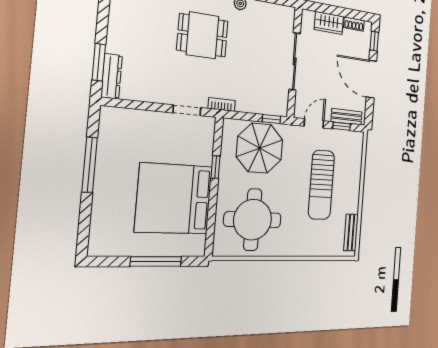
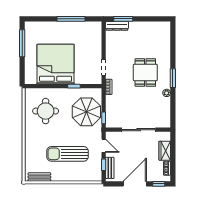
round table: (253, 220) -> (46, 111), width x0.73, depth x0.73
window: (156, 261) -> (22, 43), moved

